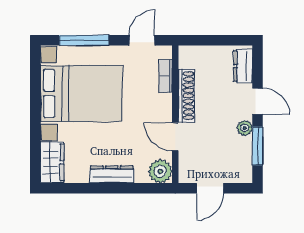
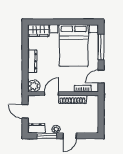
door: (142, 40) -> (101, 77), swing flipped
dresser: (243, 66) -> (36, 128), moved

